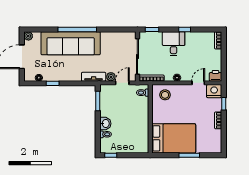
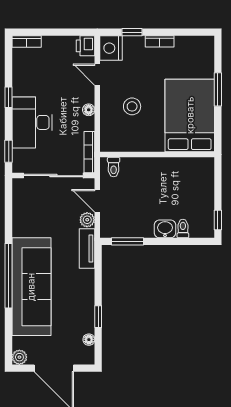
desk: (174, 44) -> (32, 122), width x1.37
stool: (165, 95) -> (132, 106), moved

